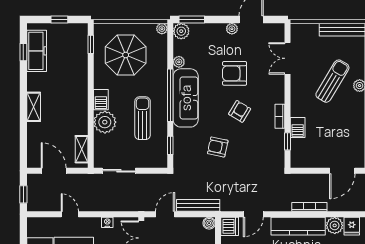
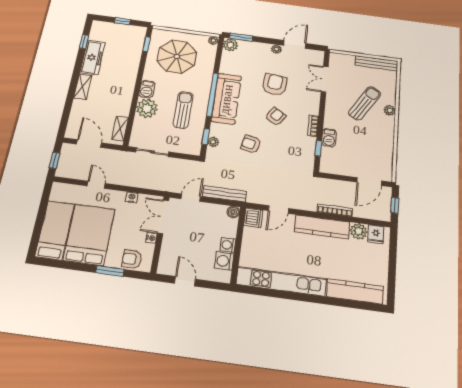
freezer: (37, 51) -> (93, 57), moved
plant: (179, 62) -> (213, 142), moved
armchair: (235, 73) -> (275, 85), turned 95

